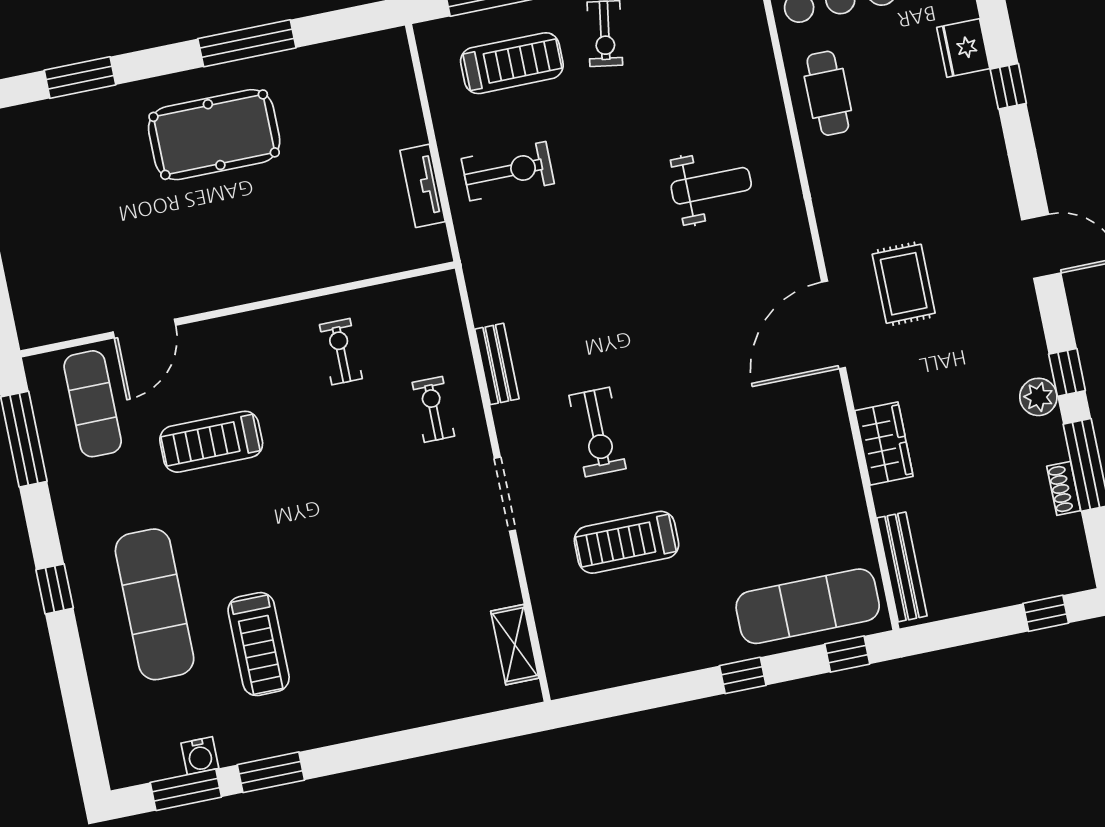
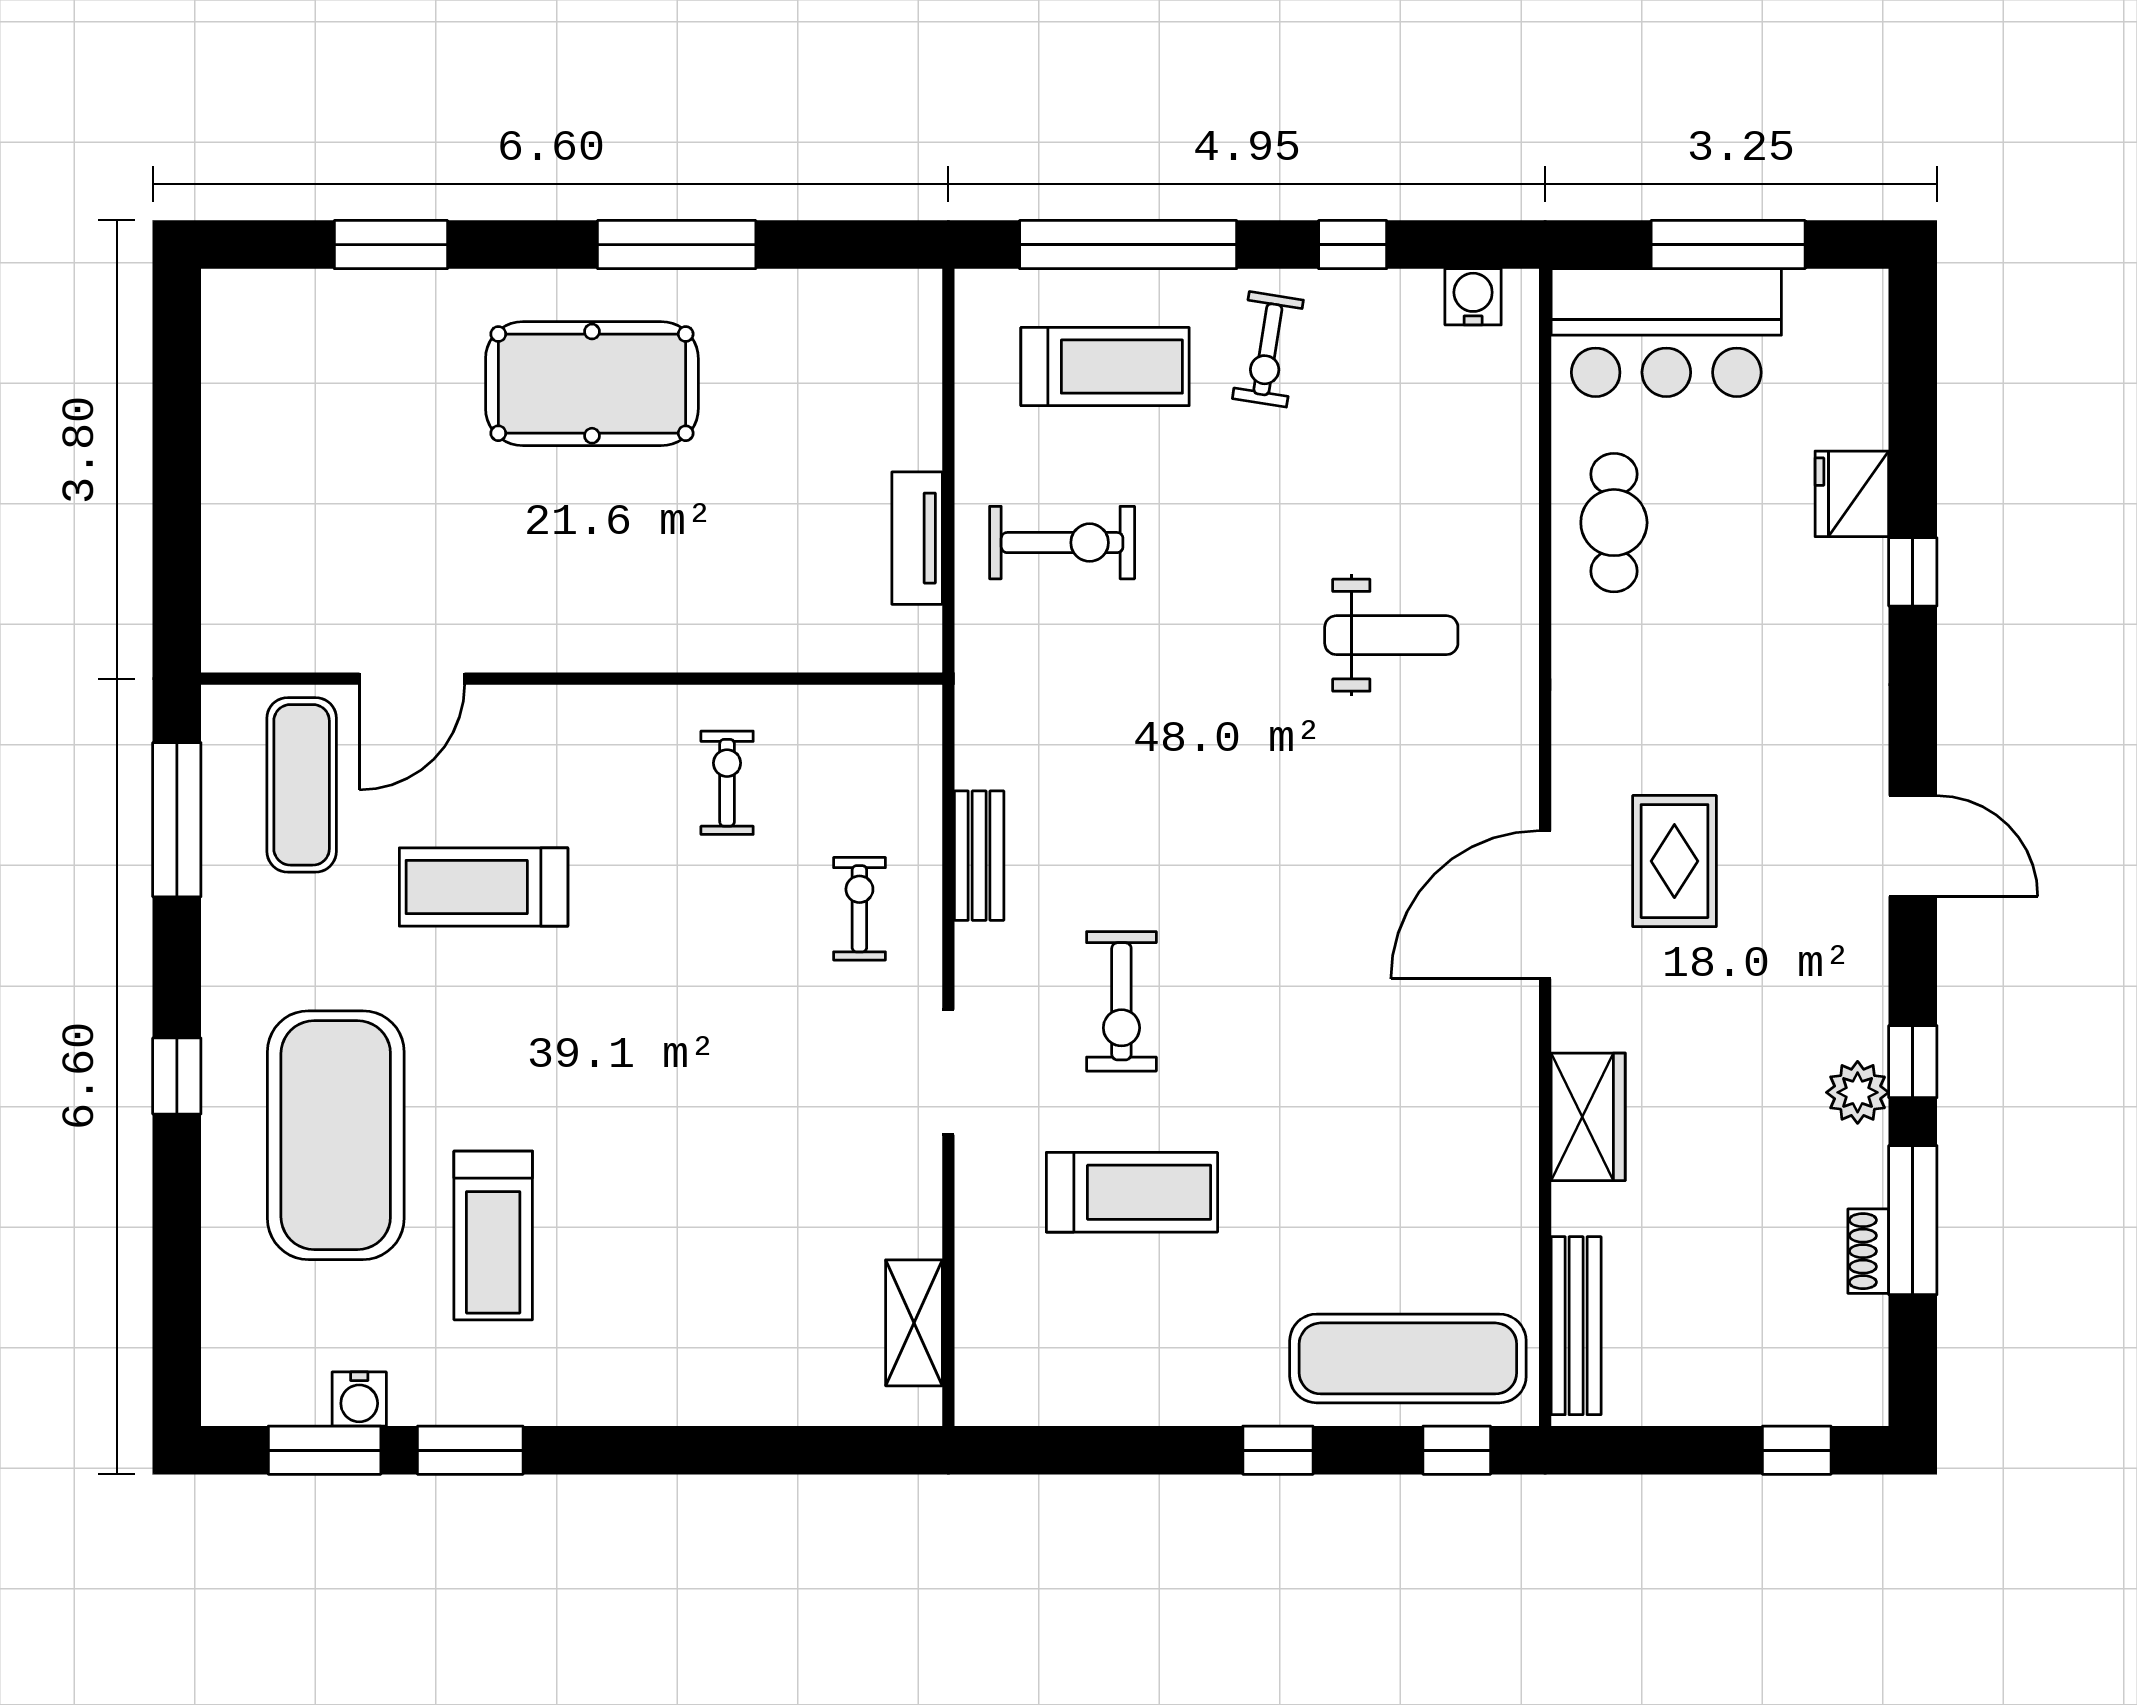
treadmill: (627, 542) -> (1132, 1192), turned 180
exercise mat: (155, 604) -> (336, 1135), width x1.47

